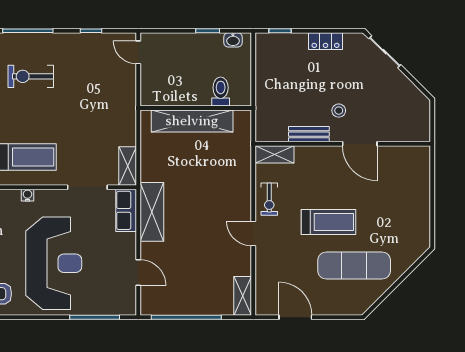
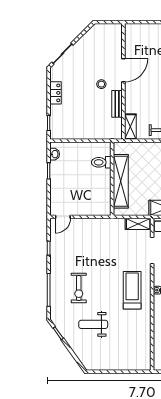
toilet: (221, 92) -> (101, 162), moved
wall: (196, 108) -> (112, 179), moved
shelving: (192, 121) -> (121, 181), moved

